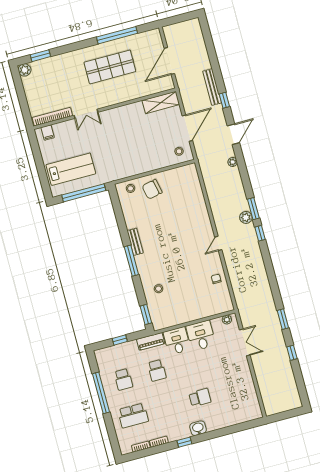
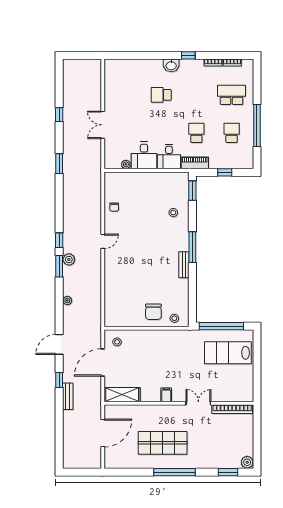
window: (117, 35) -> (175, 472), moved
bench: (212, 87) -> (68, 396), width x0.73
filing cabinet: (48, 133) -> (166, 395), moved
plant: (233, 162) -> (67, 301), moved
chair: (152, 189) -> (153, 312), turned 102
window: (283, 319) -> (59, 164), moved
plant: (227, 320) -> (126, 164), moved
double door: (245, 342) -> (103, 125), moved

